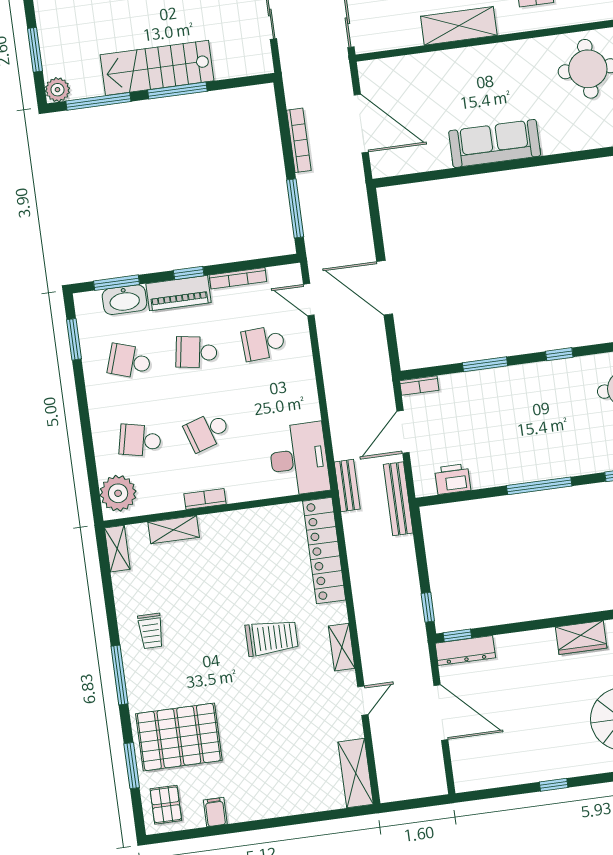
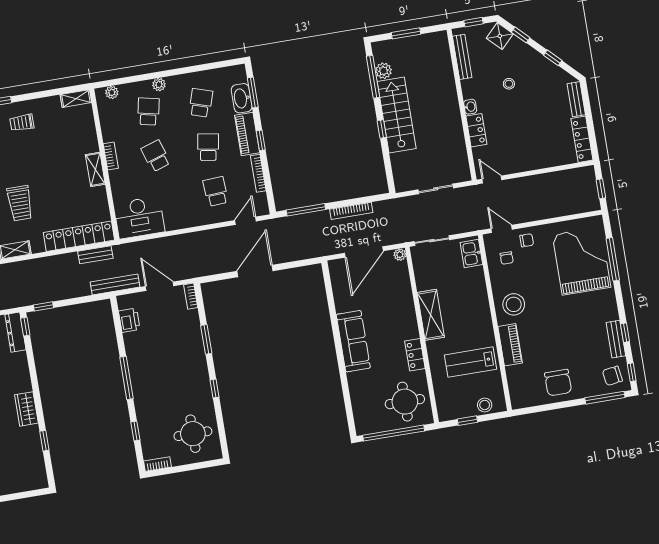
locker: (518, 52) -> (415, 355), added
plant: (367, 69) -> (400, 255), added
plant: (57, 90) -> (384, 71), moved
window: (177, 91) -> (382, 129), width x0.46
window: (74, 339) -> (214, 65), removed
plant: (100, 423) -> (159, 85), added
bench: (347, 485) -> (95, 255), moved
plant: (118, 493) -> (112, 92), width x0.53, depth x0.53
shelving: (174, 530) -> (95, 169), moved

